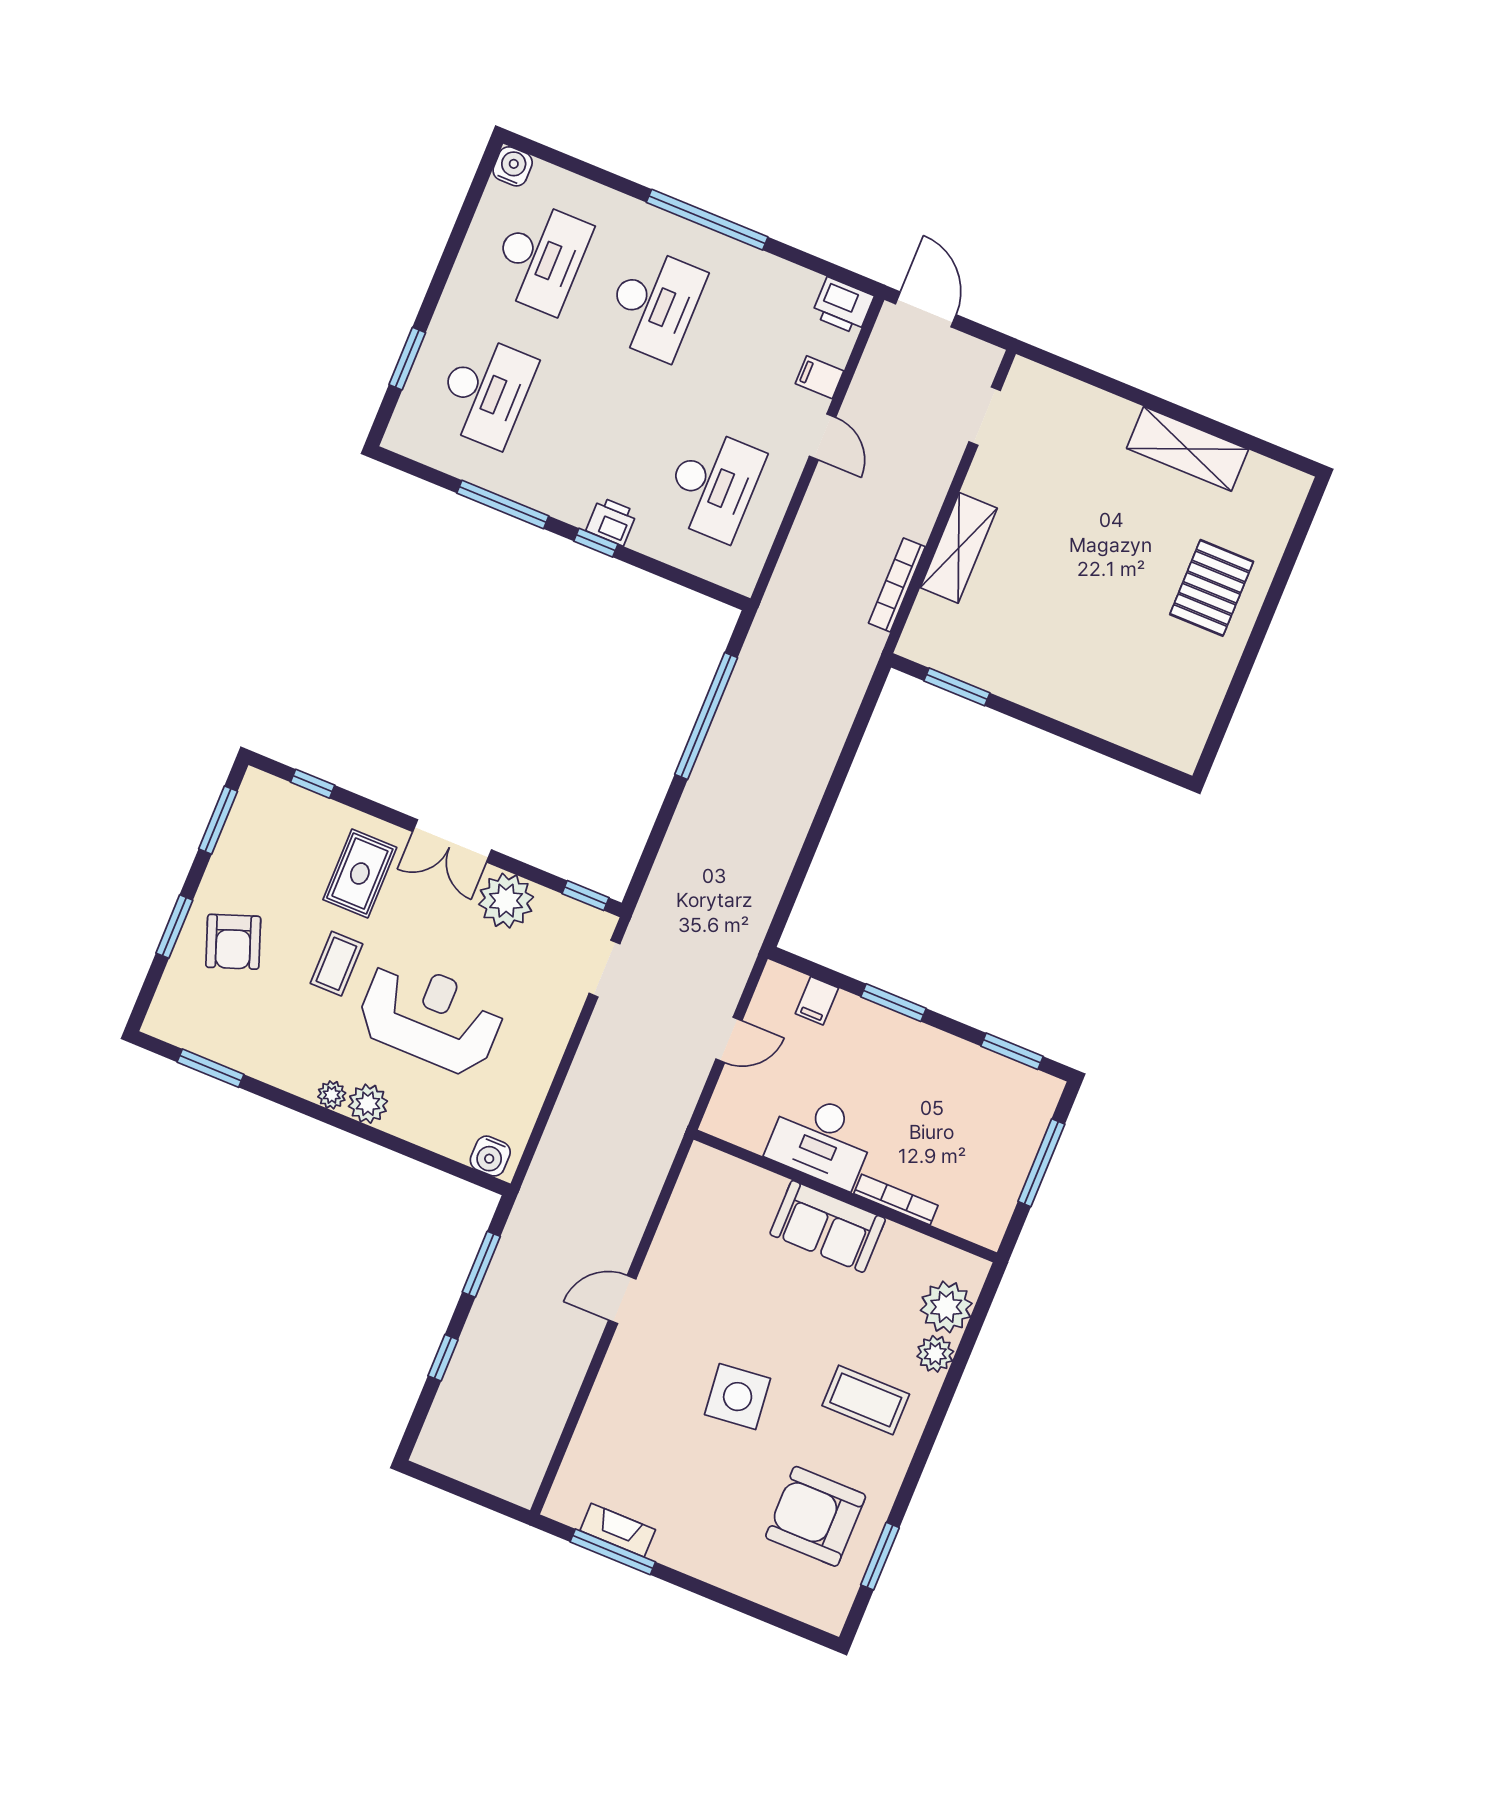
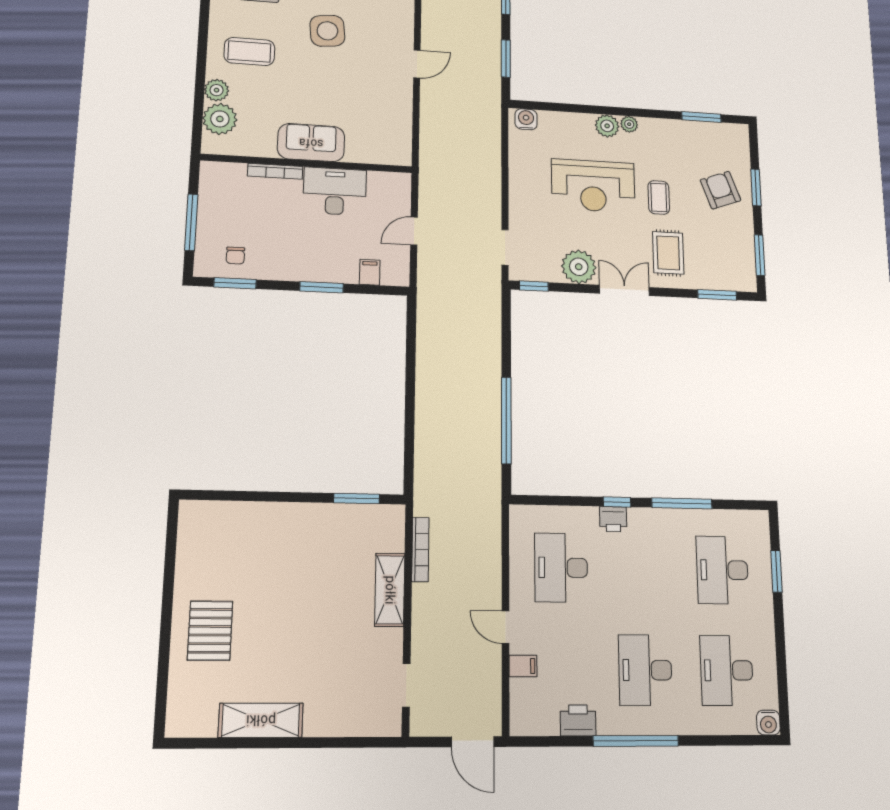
printer: (843, 306) -> (578, 720), moved
window: (313, 784) -> (717, 295), width x1.50
chair: (997, 1092) -> (235, 256), added

